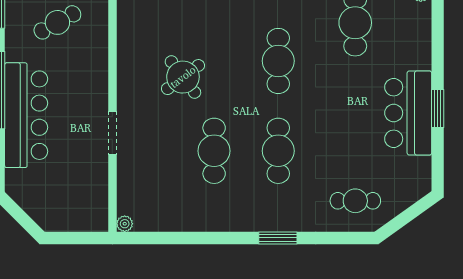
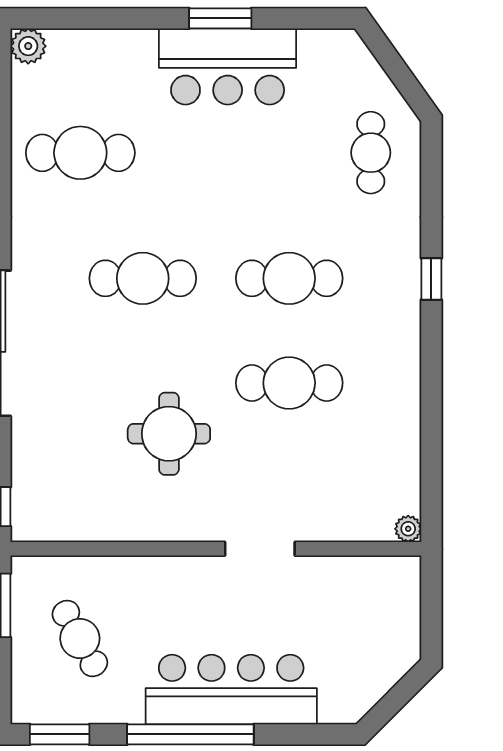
round table: (183, 77) -> (169, 434), turned 37
window: (278, 238) -> (431, 279), width x0.67

